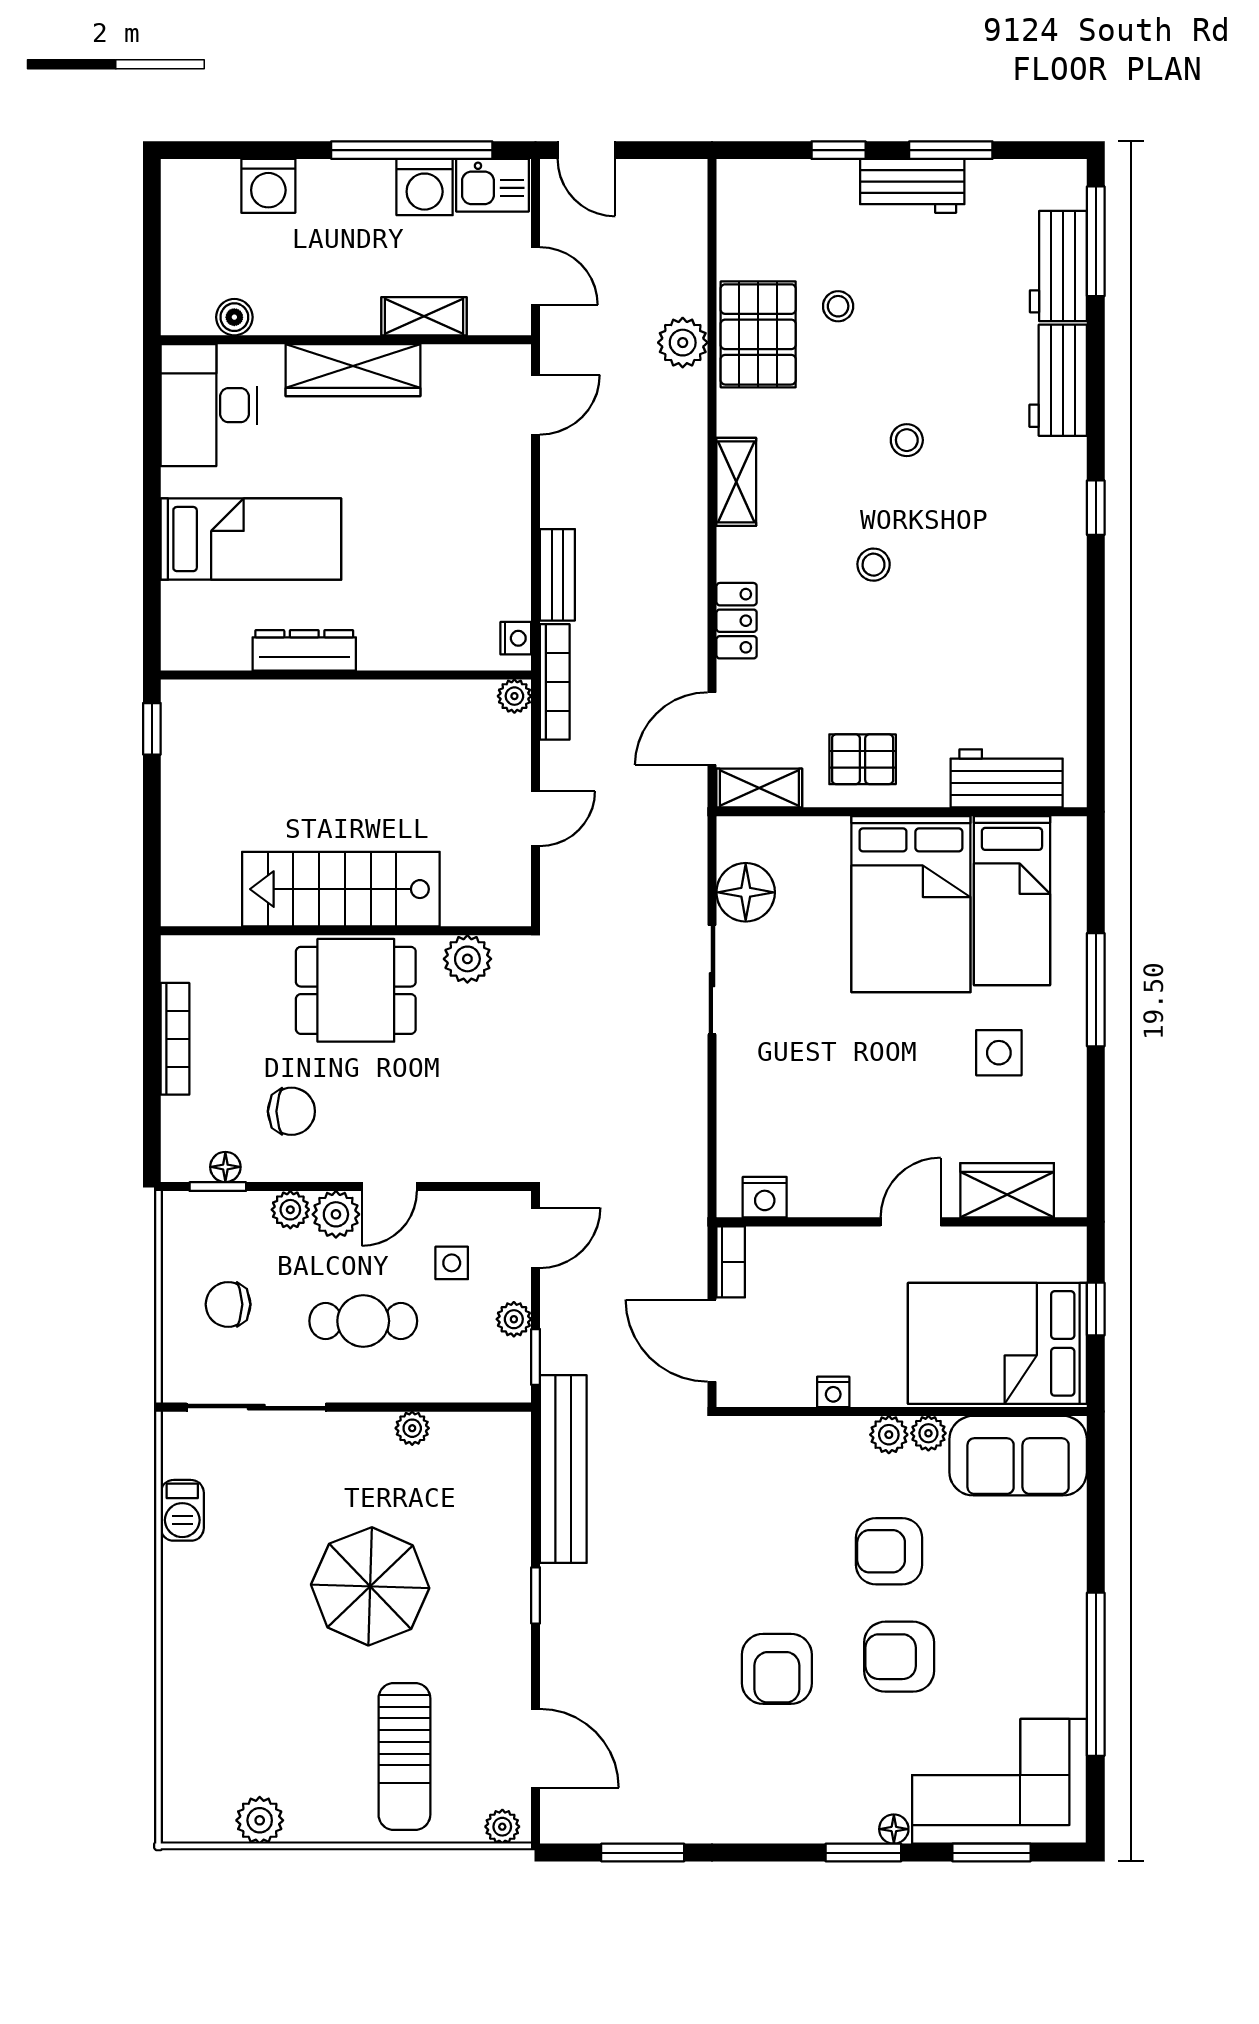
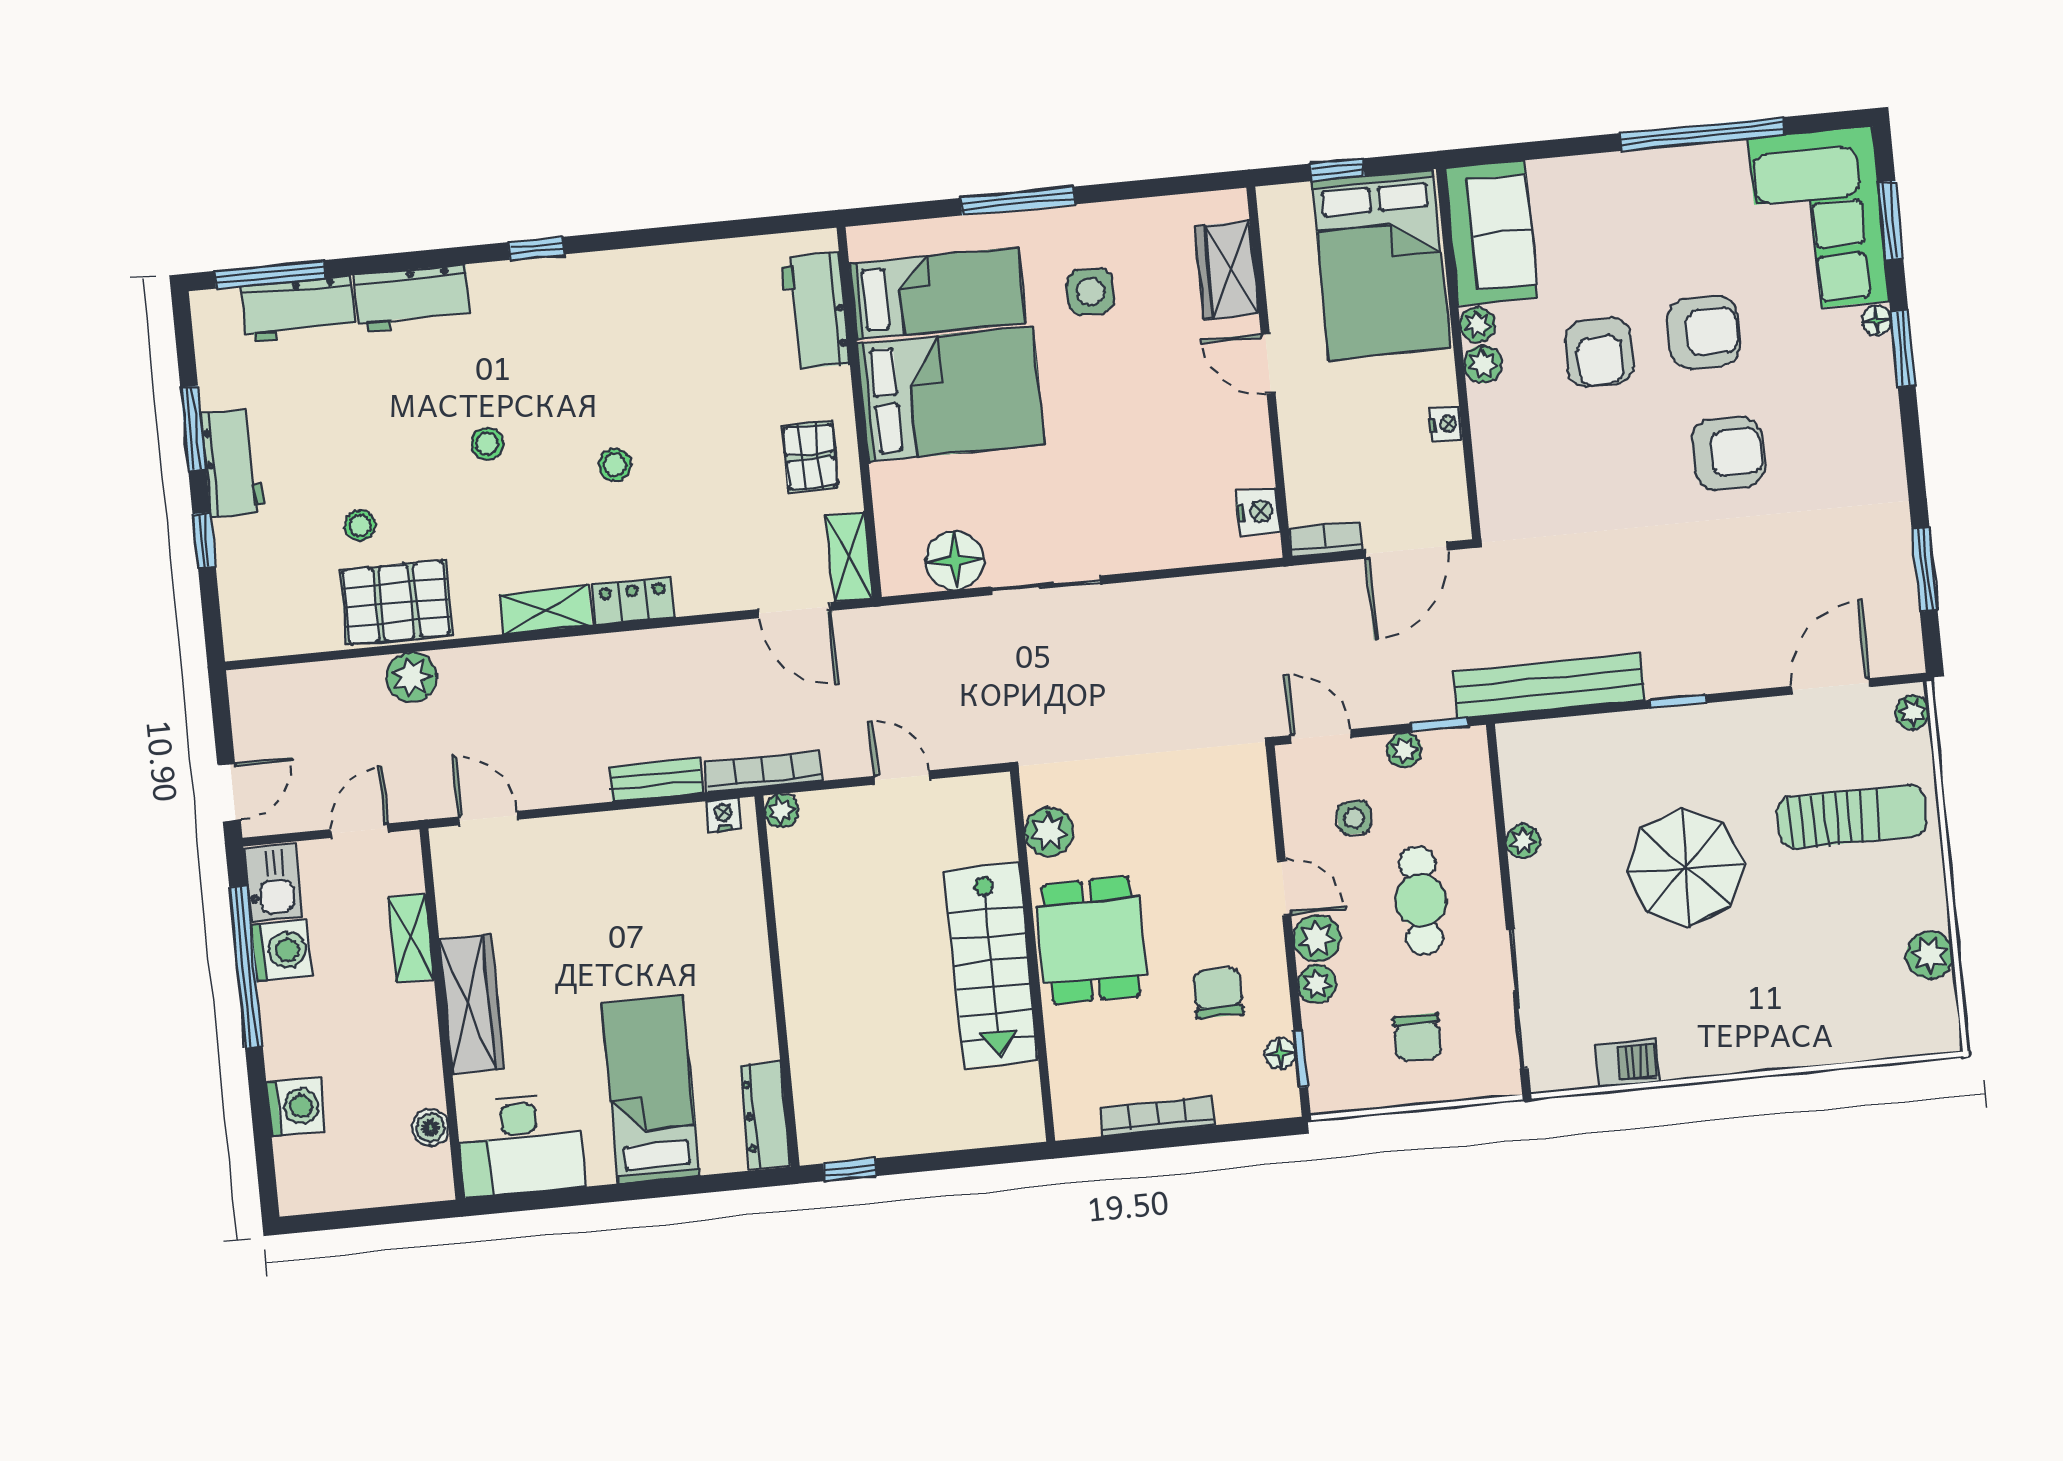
locker: (737, 621) -> (633, 601), moved
dresser: (304, 650) -> (765, 1115), moved
armchair: (899, 1657) -> (1704, 332), turned -90

